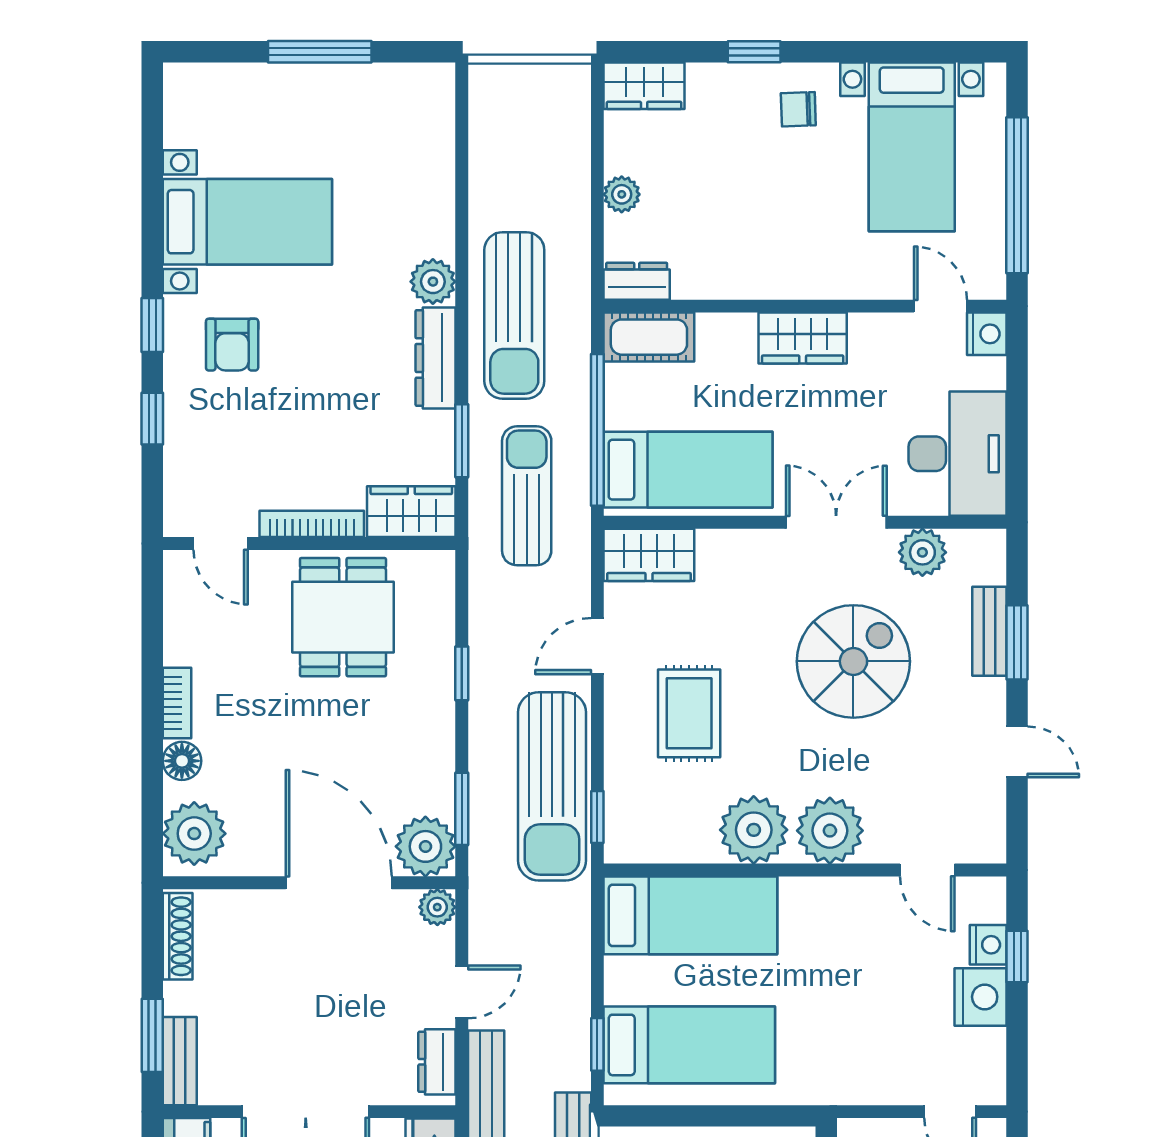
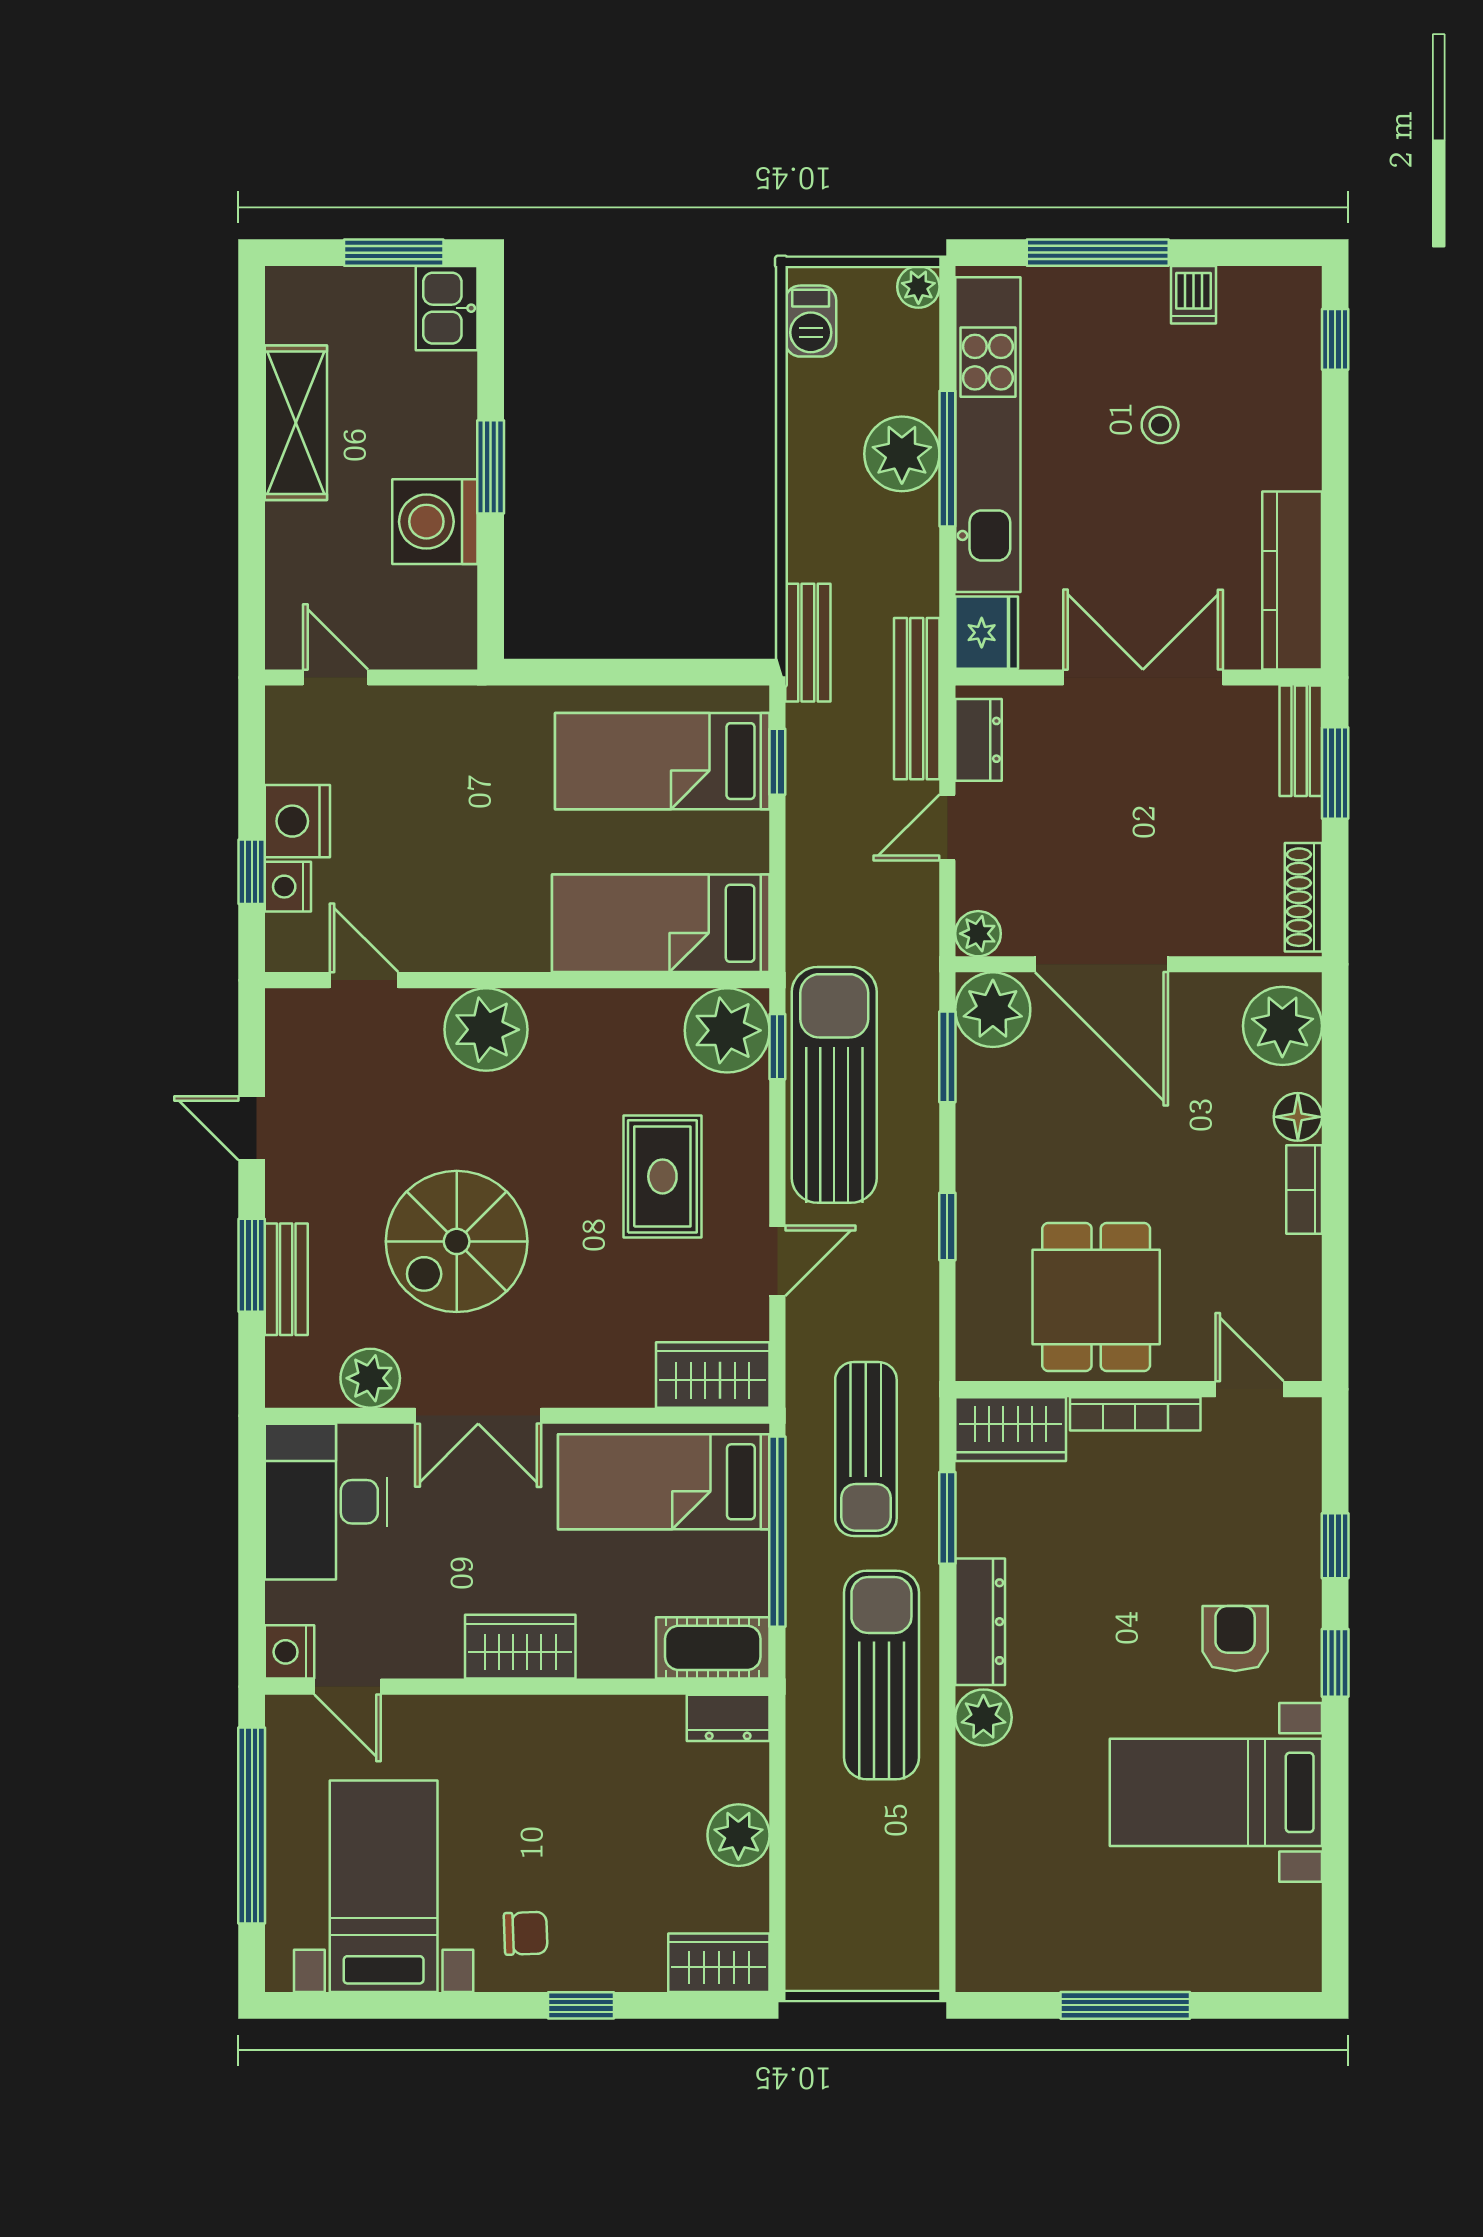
plant: (622, 194) -> (738, 1835), width x1.38, depth x1.38
plant: (754, 830) -> (727, 1030), moved

